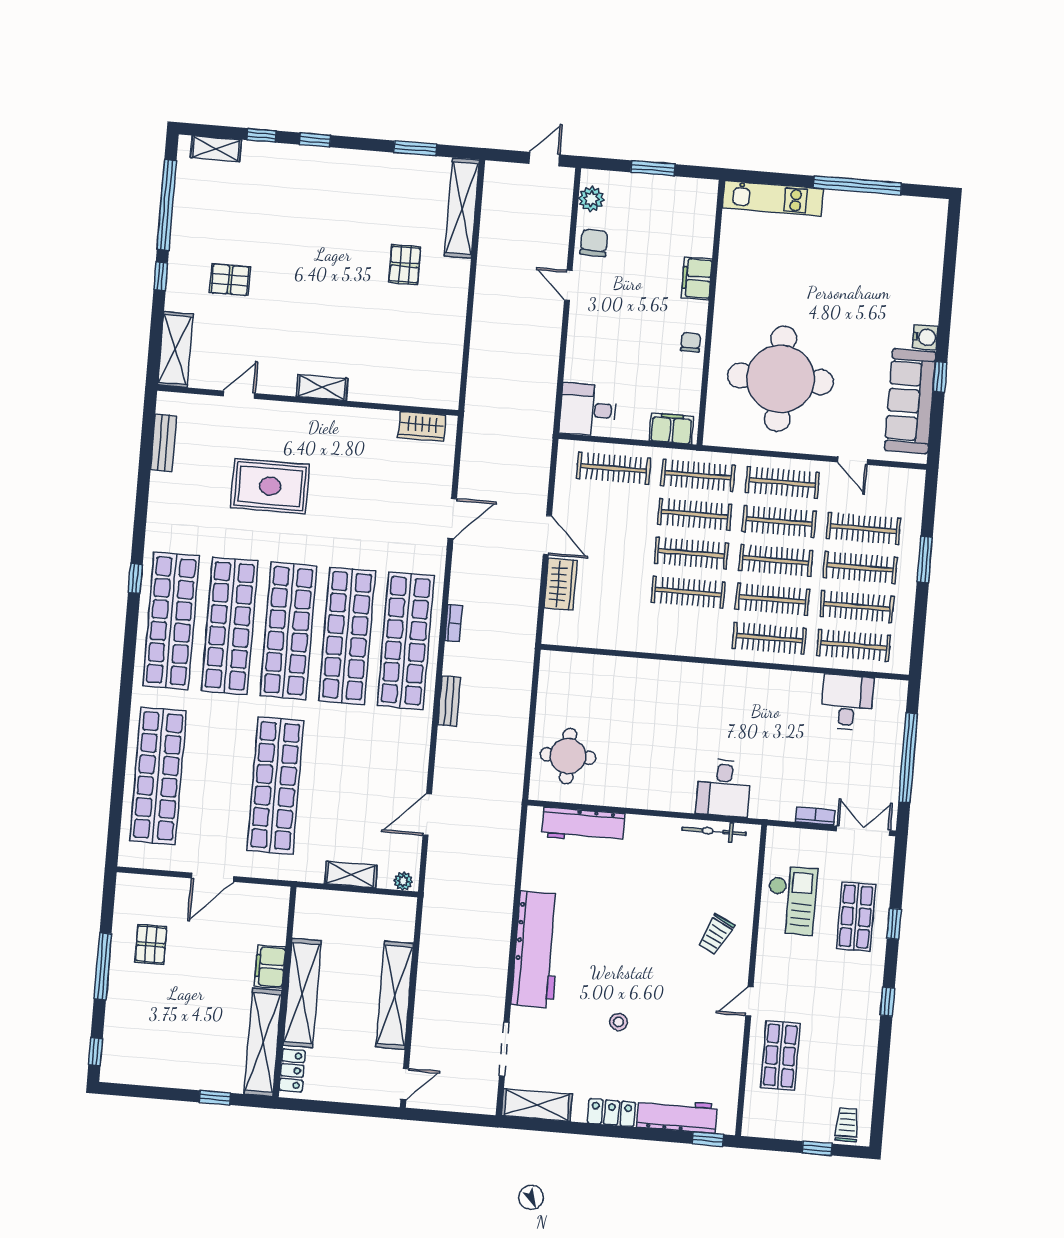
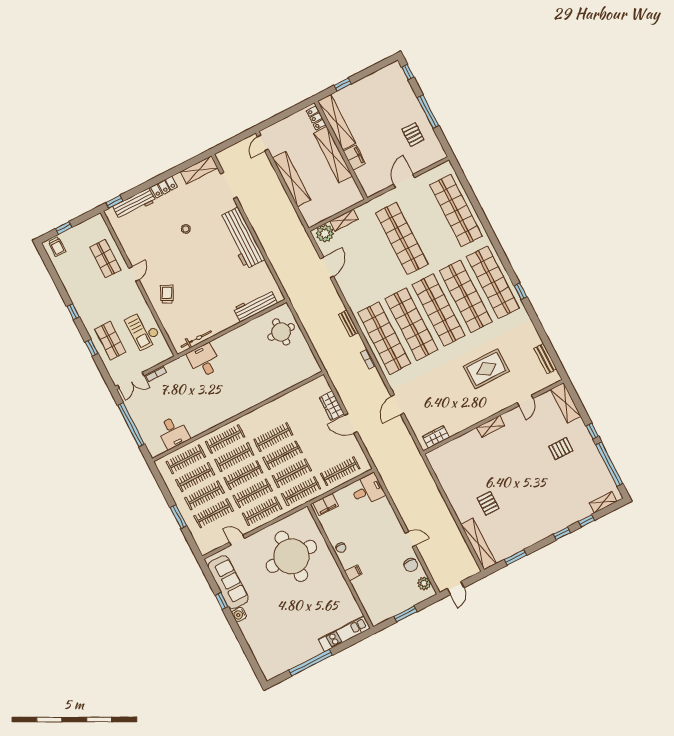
filing cabinet: (697, 278) -> (353, 573), width x0.50
plant: (403, 881) -> (325, 233), width x1.88, depth x1.88

